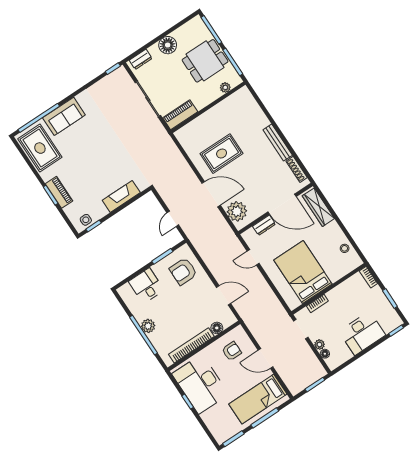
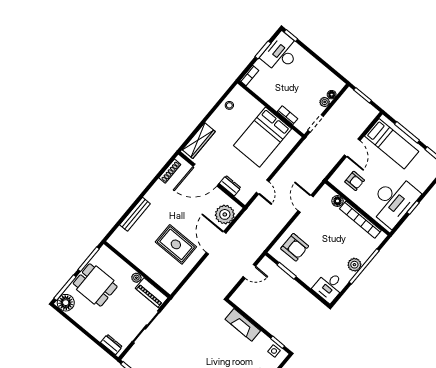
floor lamp: (168, 45) -> (66, 303), moved
plant: (225, 87) -> (136, 278), moved
bench: (278, 143) -> (135, 214), moved
door: (282, 204) -> (206, 175), swing flipped
desk: (146, 286) -> (329, 287), moved
desk: (362, 333) -> (281, 53), moved, turned -90
armchair: (232, 351) -> (355, 181), turned 180

